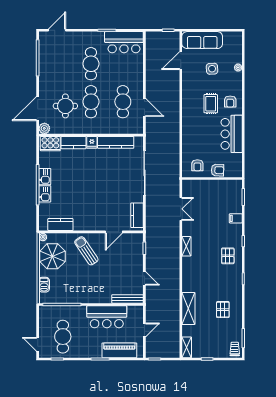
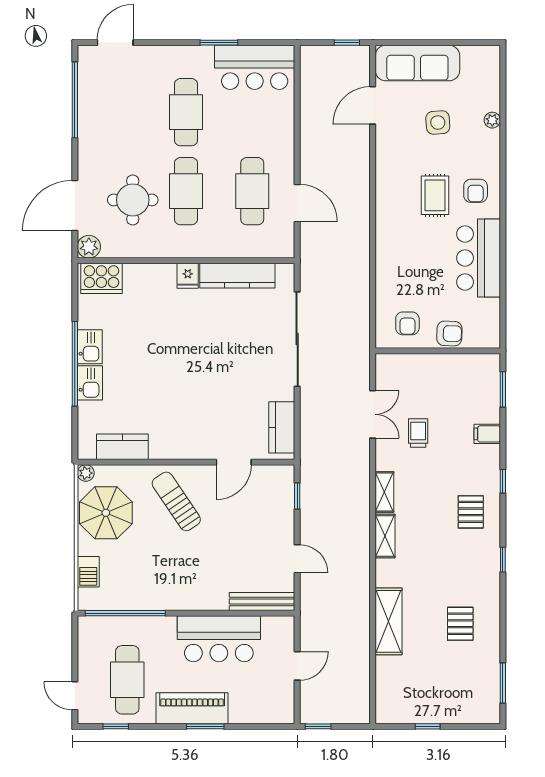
kitchen counter: (73, 143) -> (150, 276), removed
shelving: (187, 347) -> (385, 536), moved
trolley: (235, 349) -> (418, 433), moved
piano: (119, 350) -> (192, 708), moved

